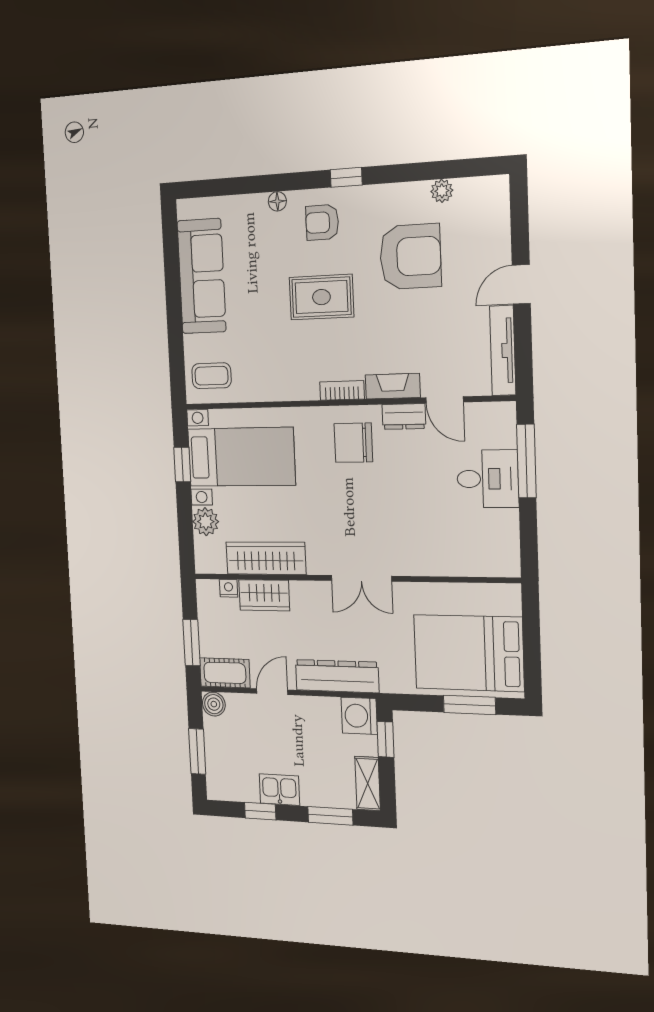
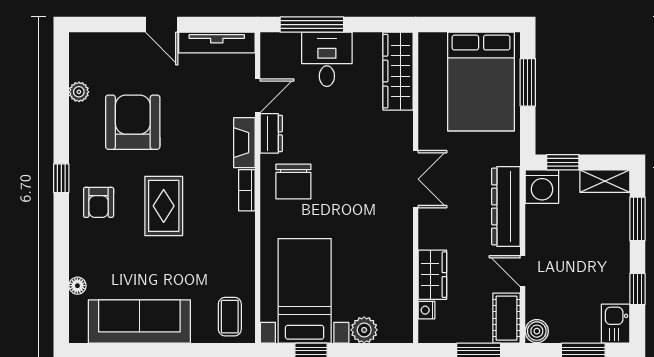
floor lamp: (277, 201) -> (77, 286), moved
wardrobe: (266, 558) -> (398, 71), moved
kitchen sink: (279, 790) -> (616, 324), moved

